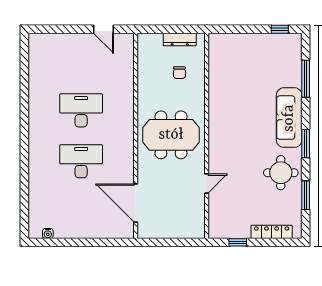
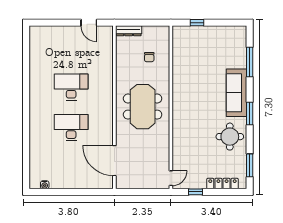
window: (280, 29) -> (197, 23), moved
dresser: (180, 39) -> (129, 31), moved
meeting table: (171, 135) -> (143, 107), turned 90
door: (207, 184) -> (171, 178), moved
window: (306, 195) -> (250, 165), moved

